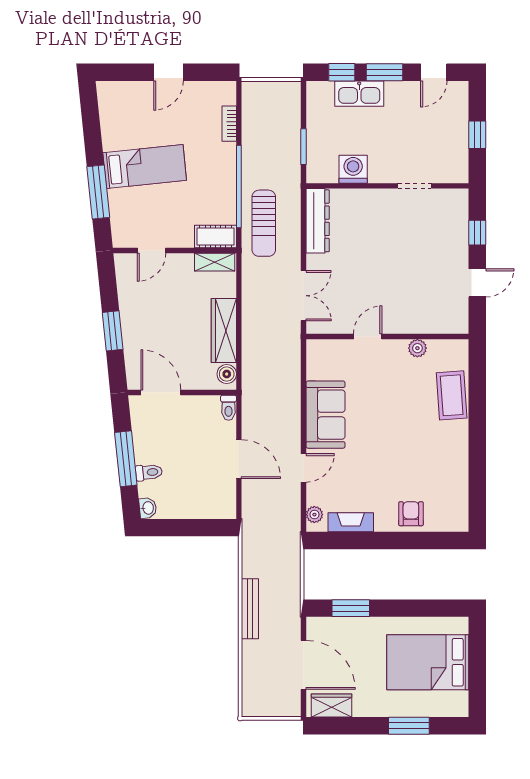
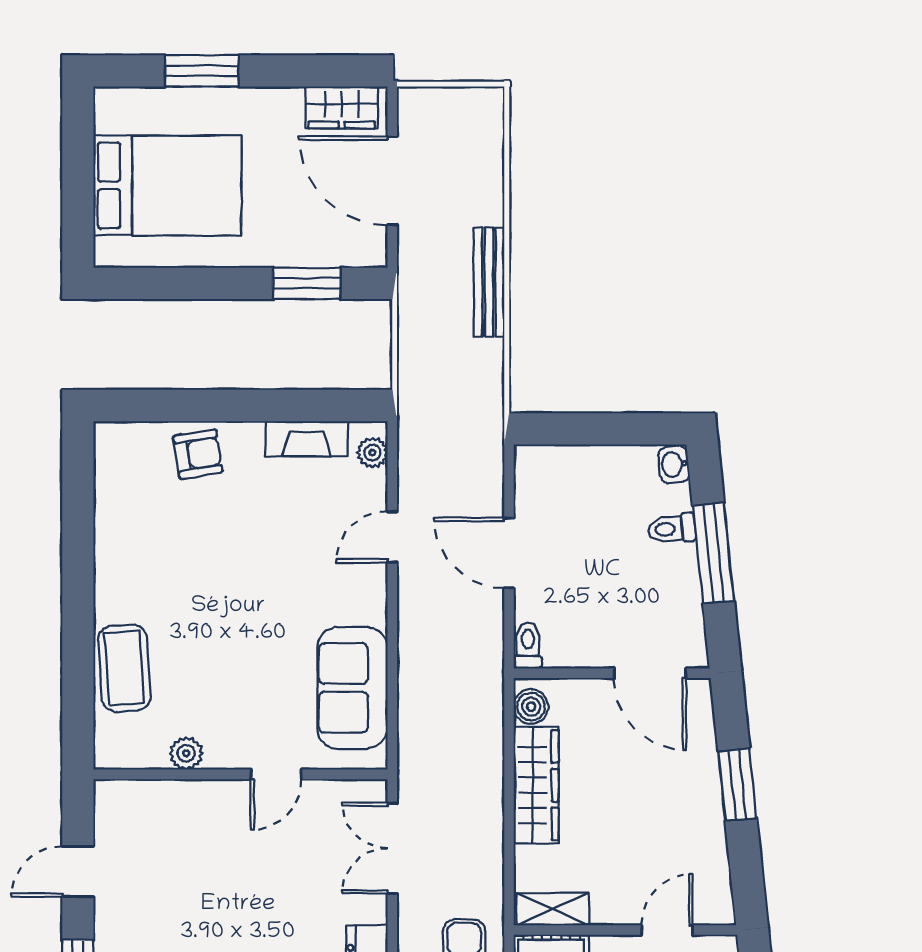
sofa: (325, 415) -> (352, 688), moved
armchair: (411, 514) -> (198, 454), turned -99

